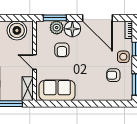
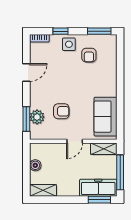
door: (97, 18) -> (26, 72), width x0.53
floor lamp: (72, 29) -> (38, 100), removed
boiler: (17, 30) -> (35, 165), width x0.54, depth x0.54

